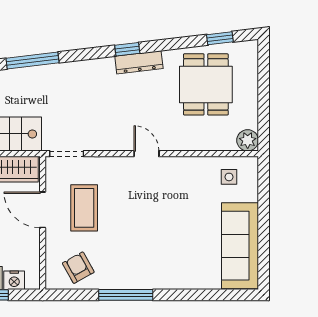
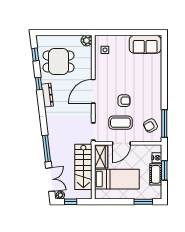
window: (127, 49) -> (39, 84), moved
door: (146, 154) -> (93, 91), width x1.88
armchair: (128, 215) -> (124, 101), added
sofa: (240, 246) -> (145, 44), width x0.73
window: (126, 295) -> (164, 123), moved

